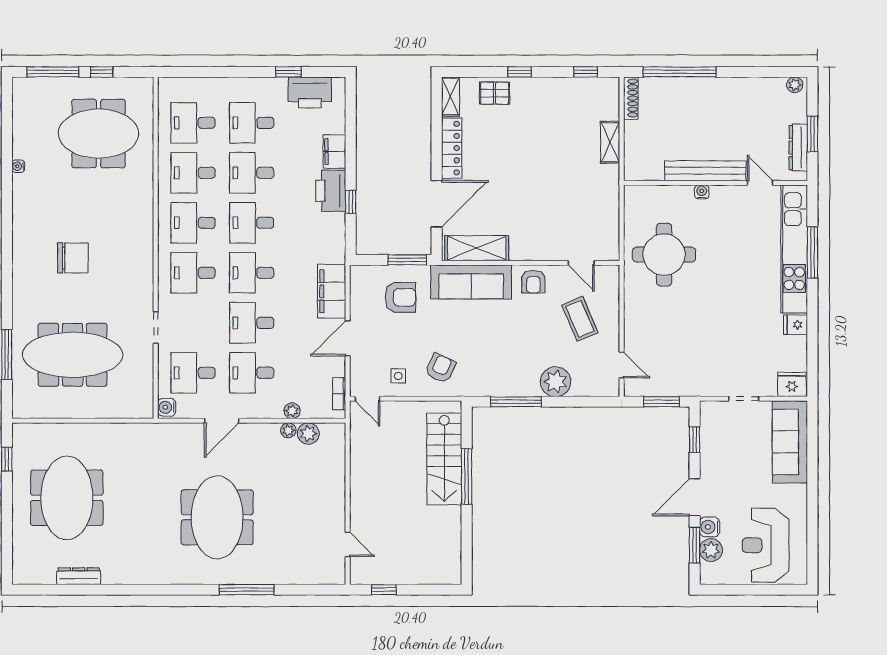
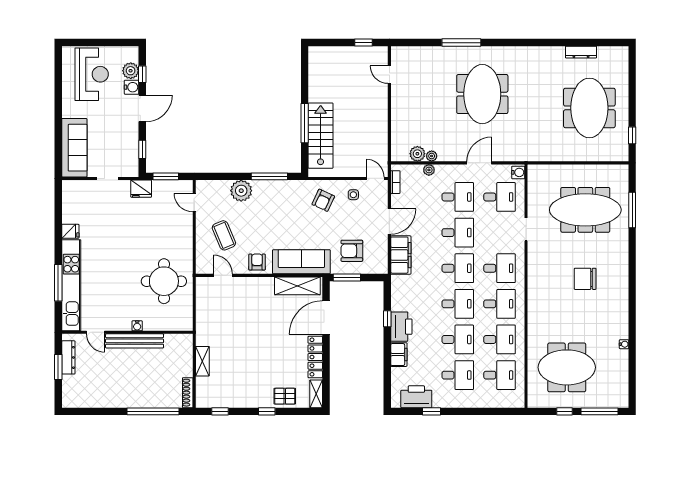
plant: (795, 85) -> (71, 402), removed
fridge: (792, 384) -> (141, 189), moved
window: (695, 545) -> (142, 74), width x0.67

